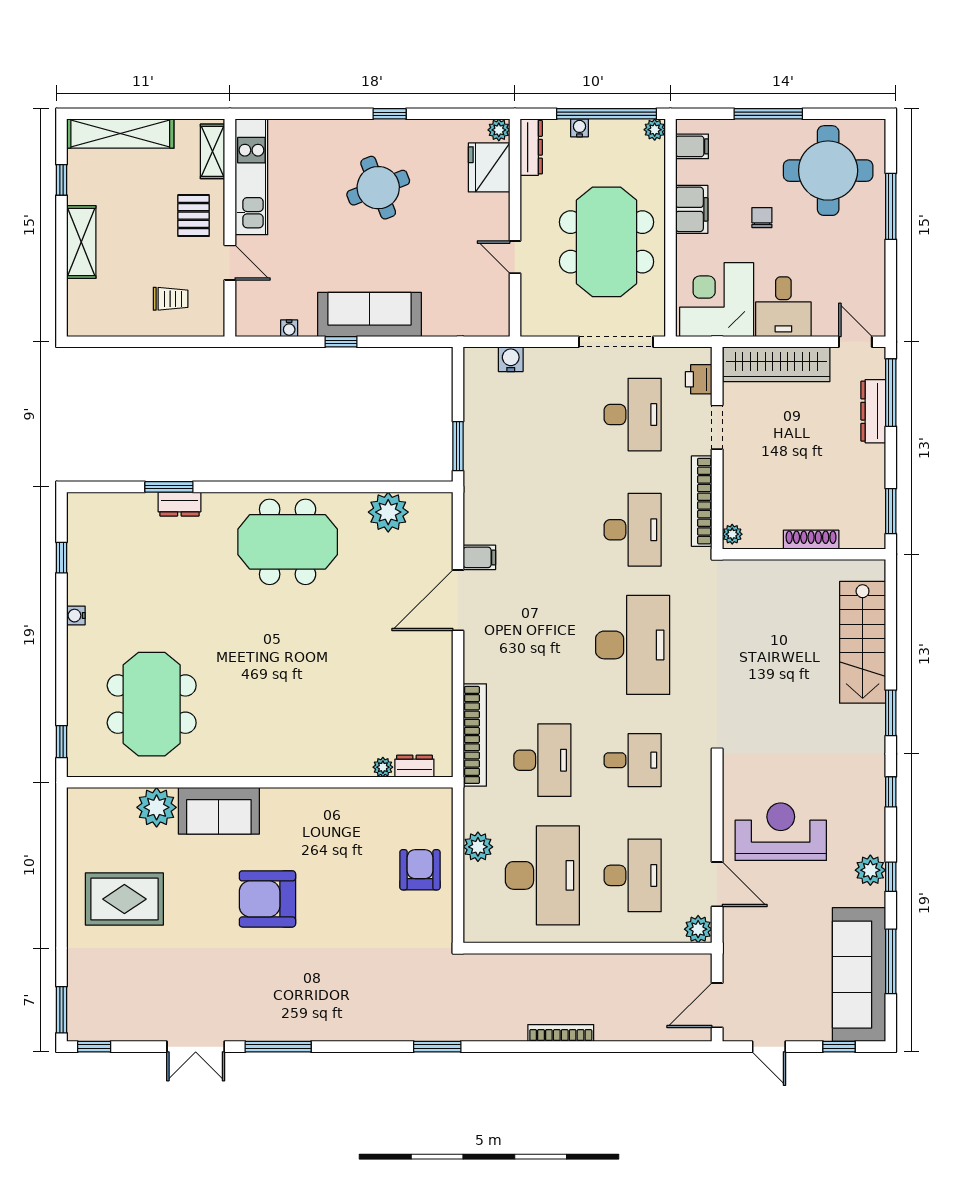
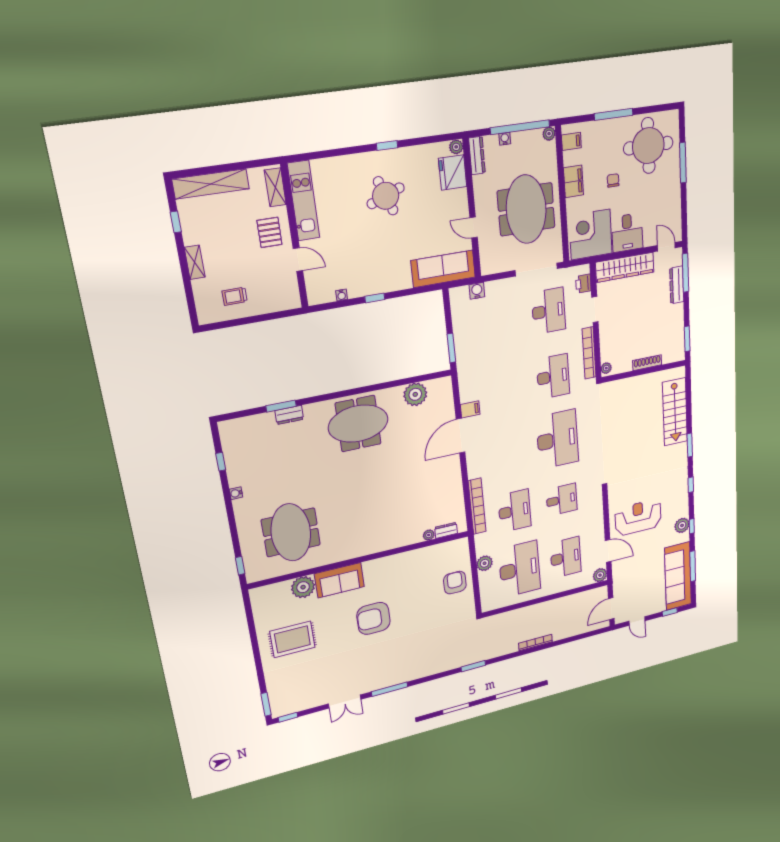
shelving: (81, 242) -> (195, 262), width x0.67, depth x0.75
trolley: (171, 299) -> (235, 296), moved, turned 180
sofa: (370, 315) -> (443, 269), moved

